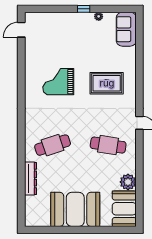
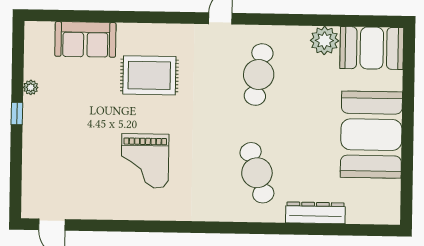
sofa: (126, 29) -> (85, 39), moved
rug: (107, 83) -> (149, 75), turned 90

